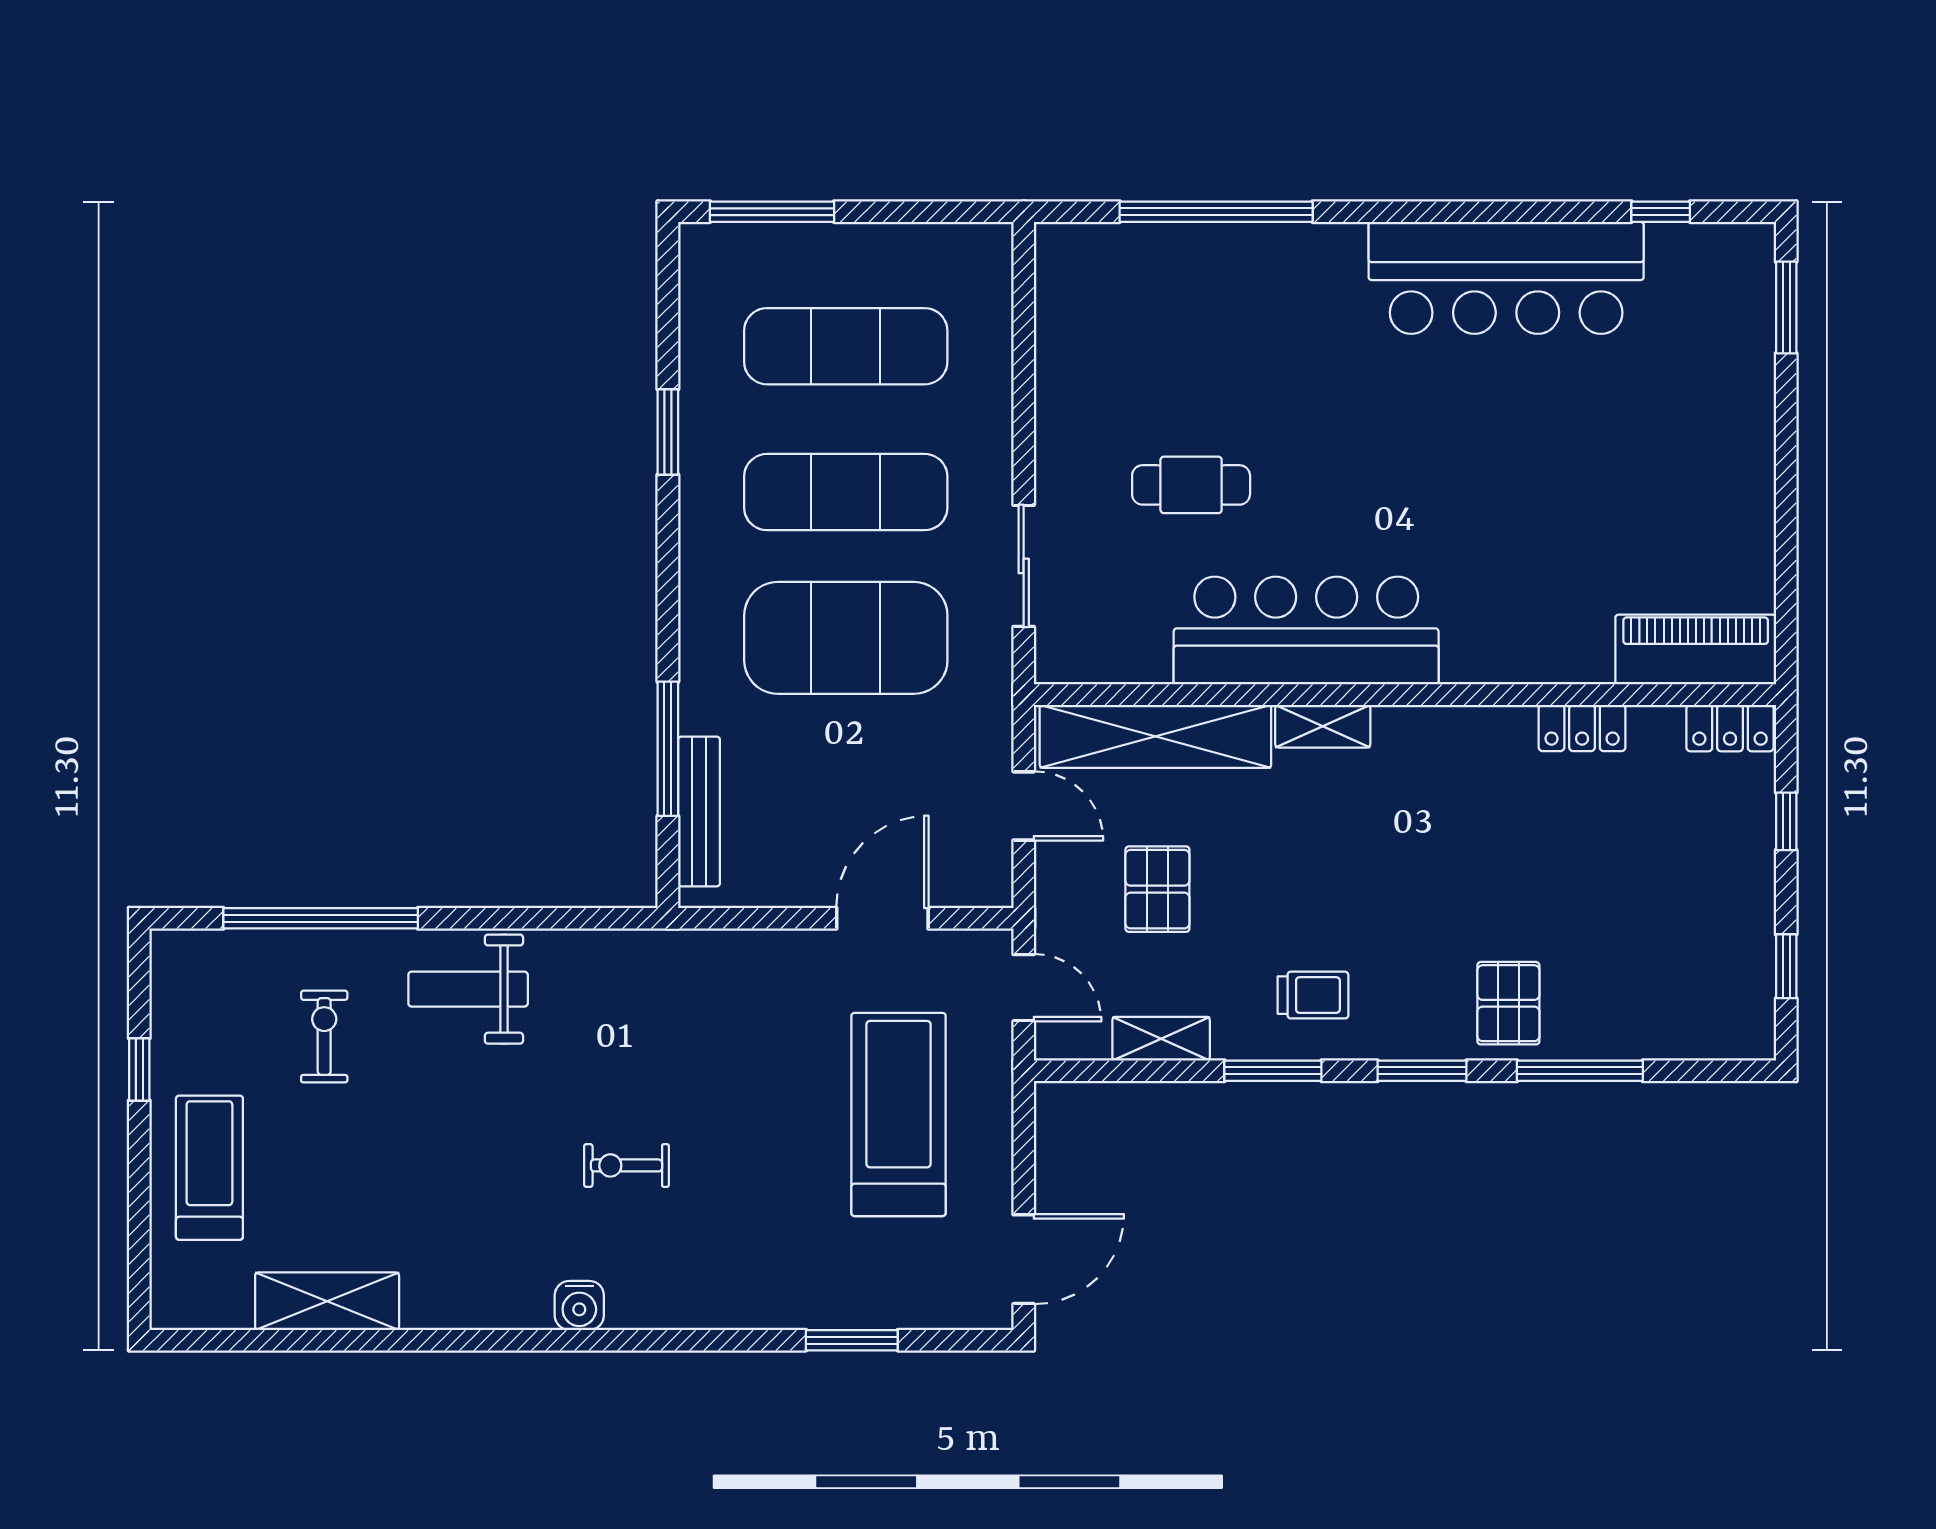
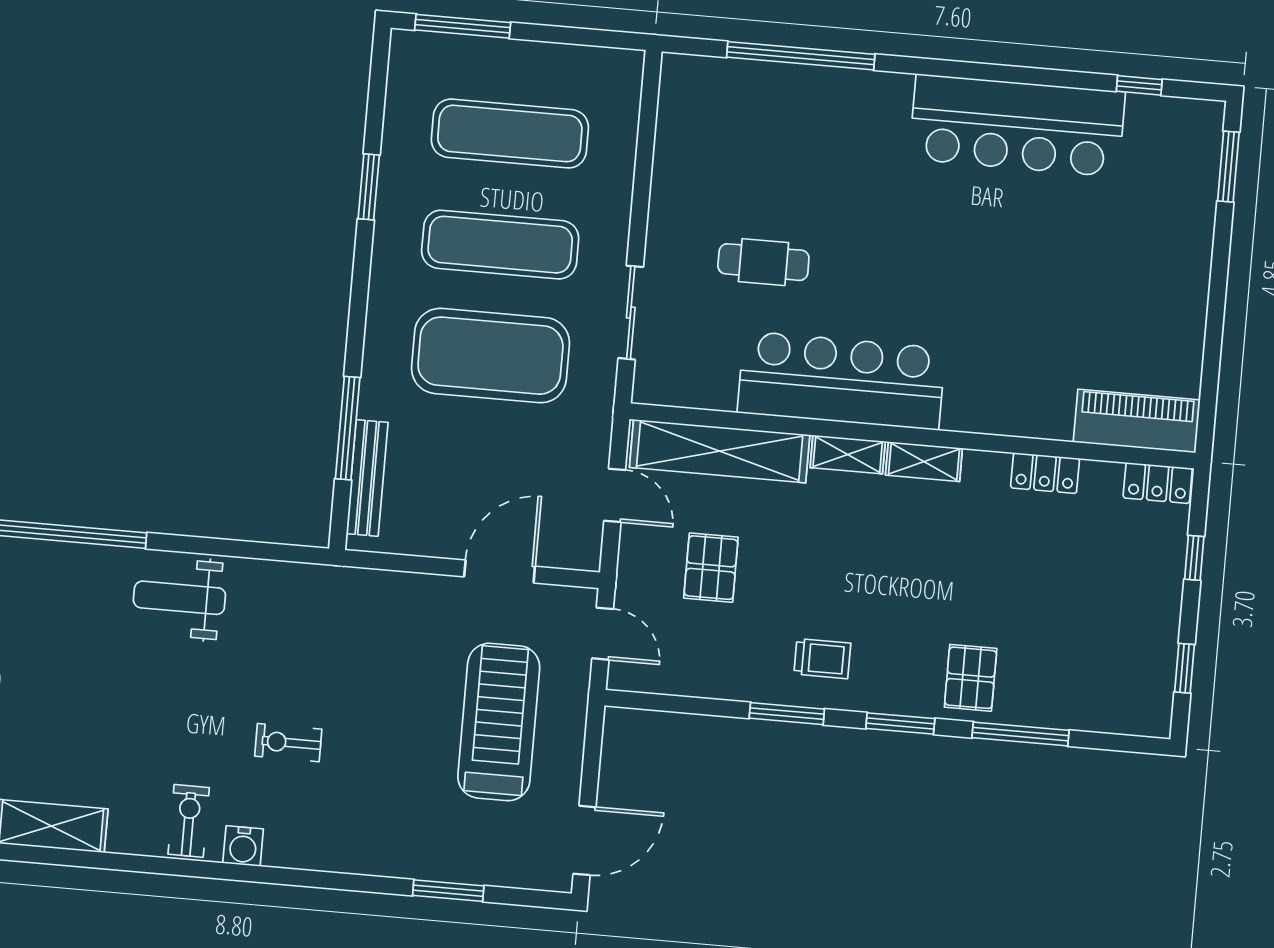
exercise bike: (324, 1037) -> (189, 821), moved
shelving: (1161, 1039) -> (924, 462), moved

